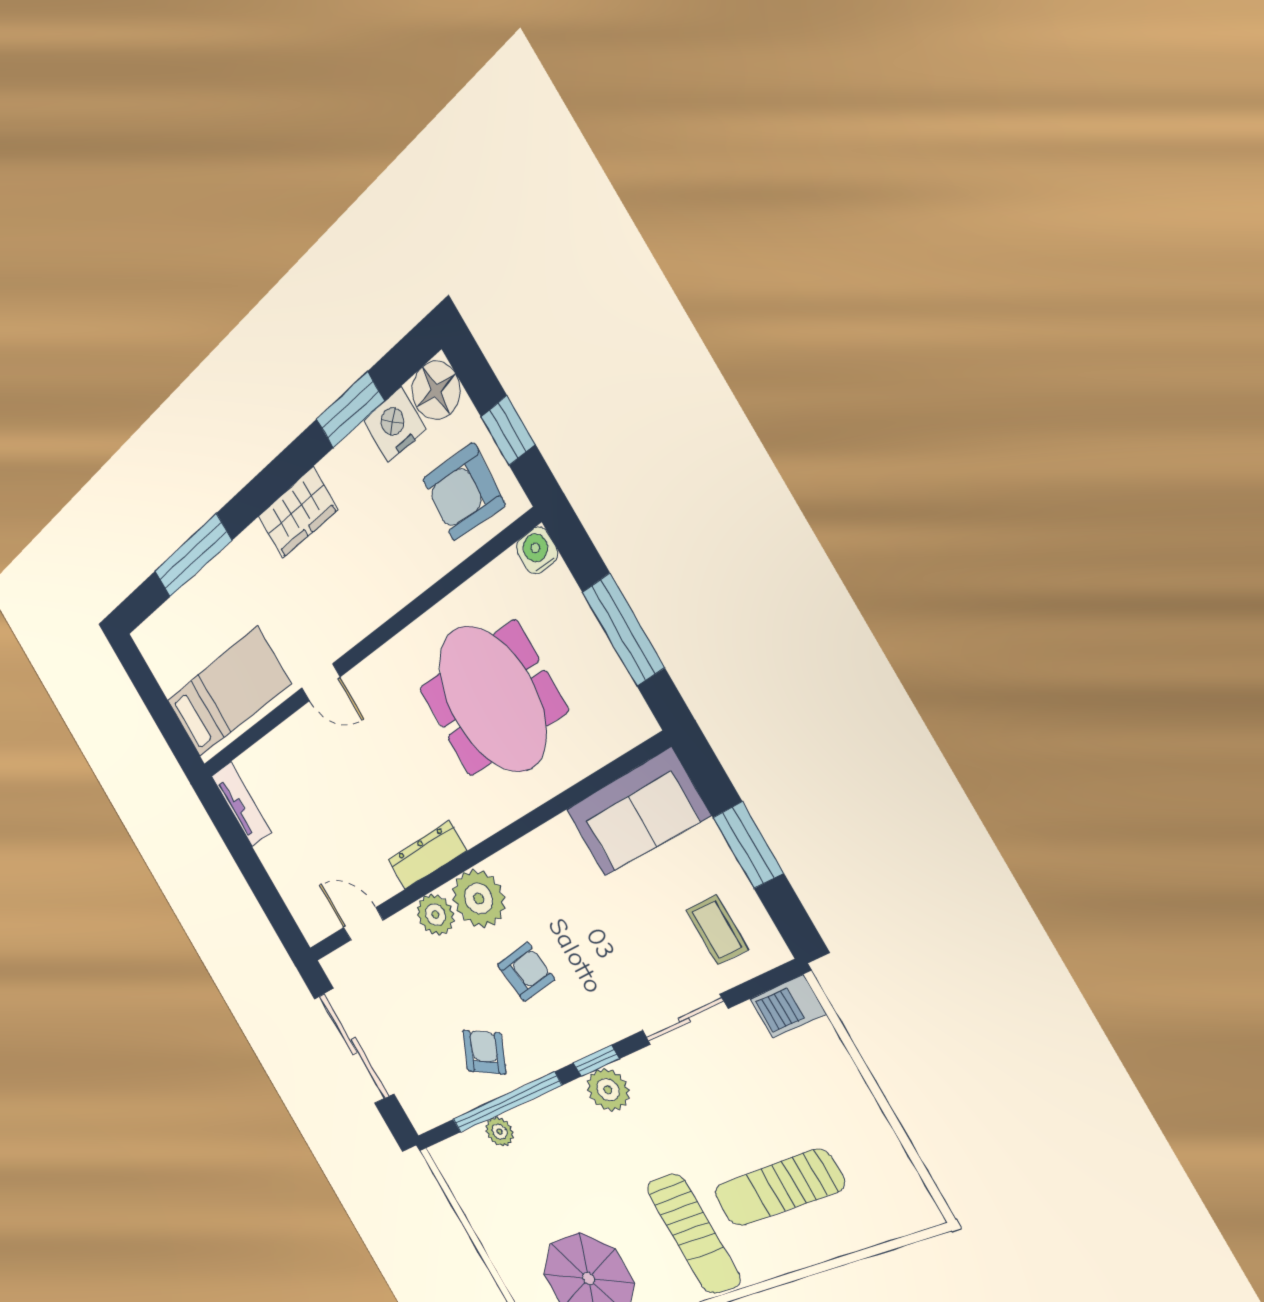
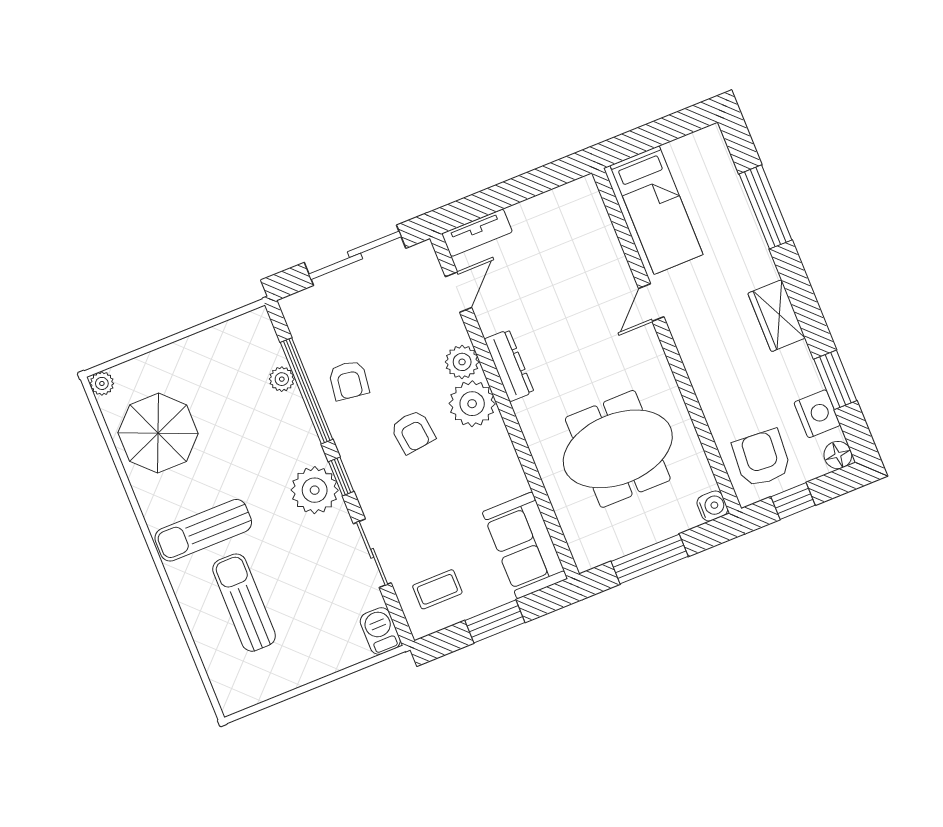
floor lamp: (436, 391) -> (838, 455), width x0.73, depth x0.73
tv unit: (241, 804) -> (477, 233), moved
armchair: (484, 1052) -> (349, 380), turned 71
plant: (608, 1090) -> (315, 490), width x1.36, depth x1.36

